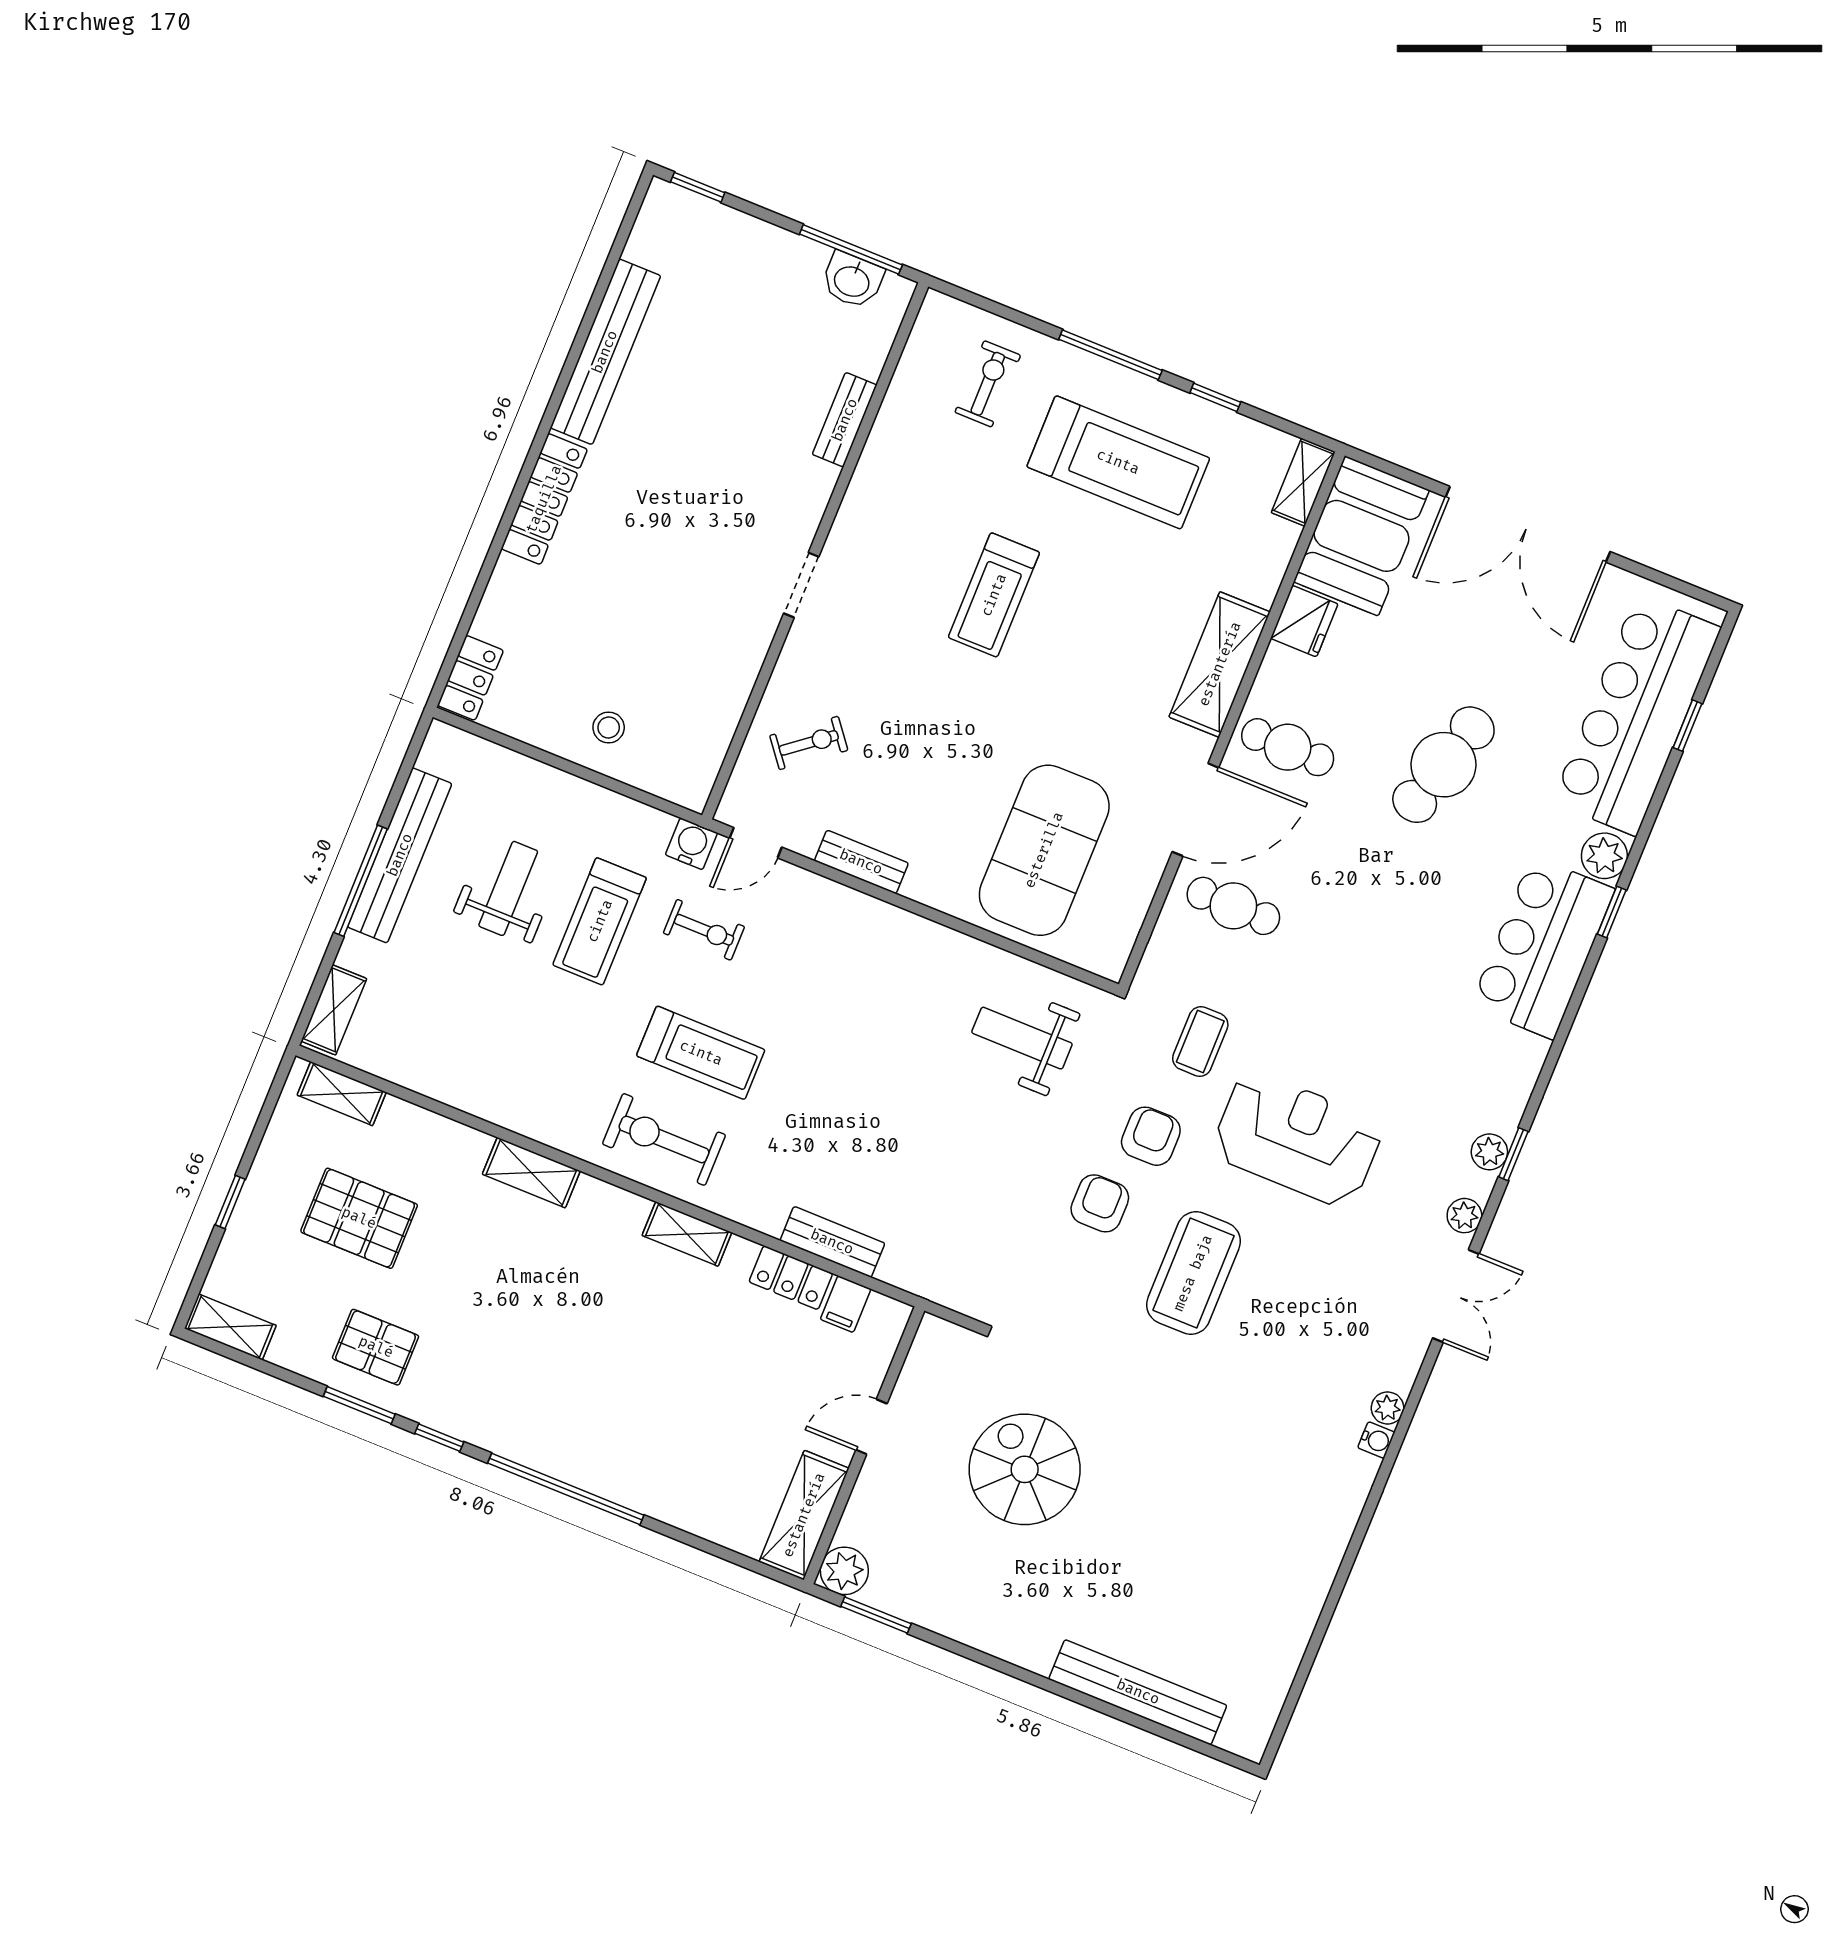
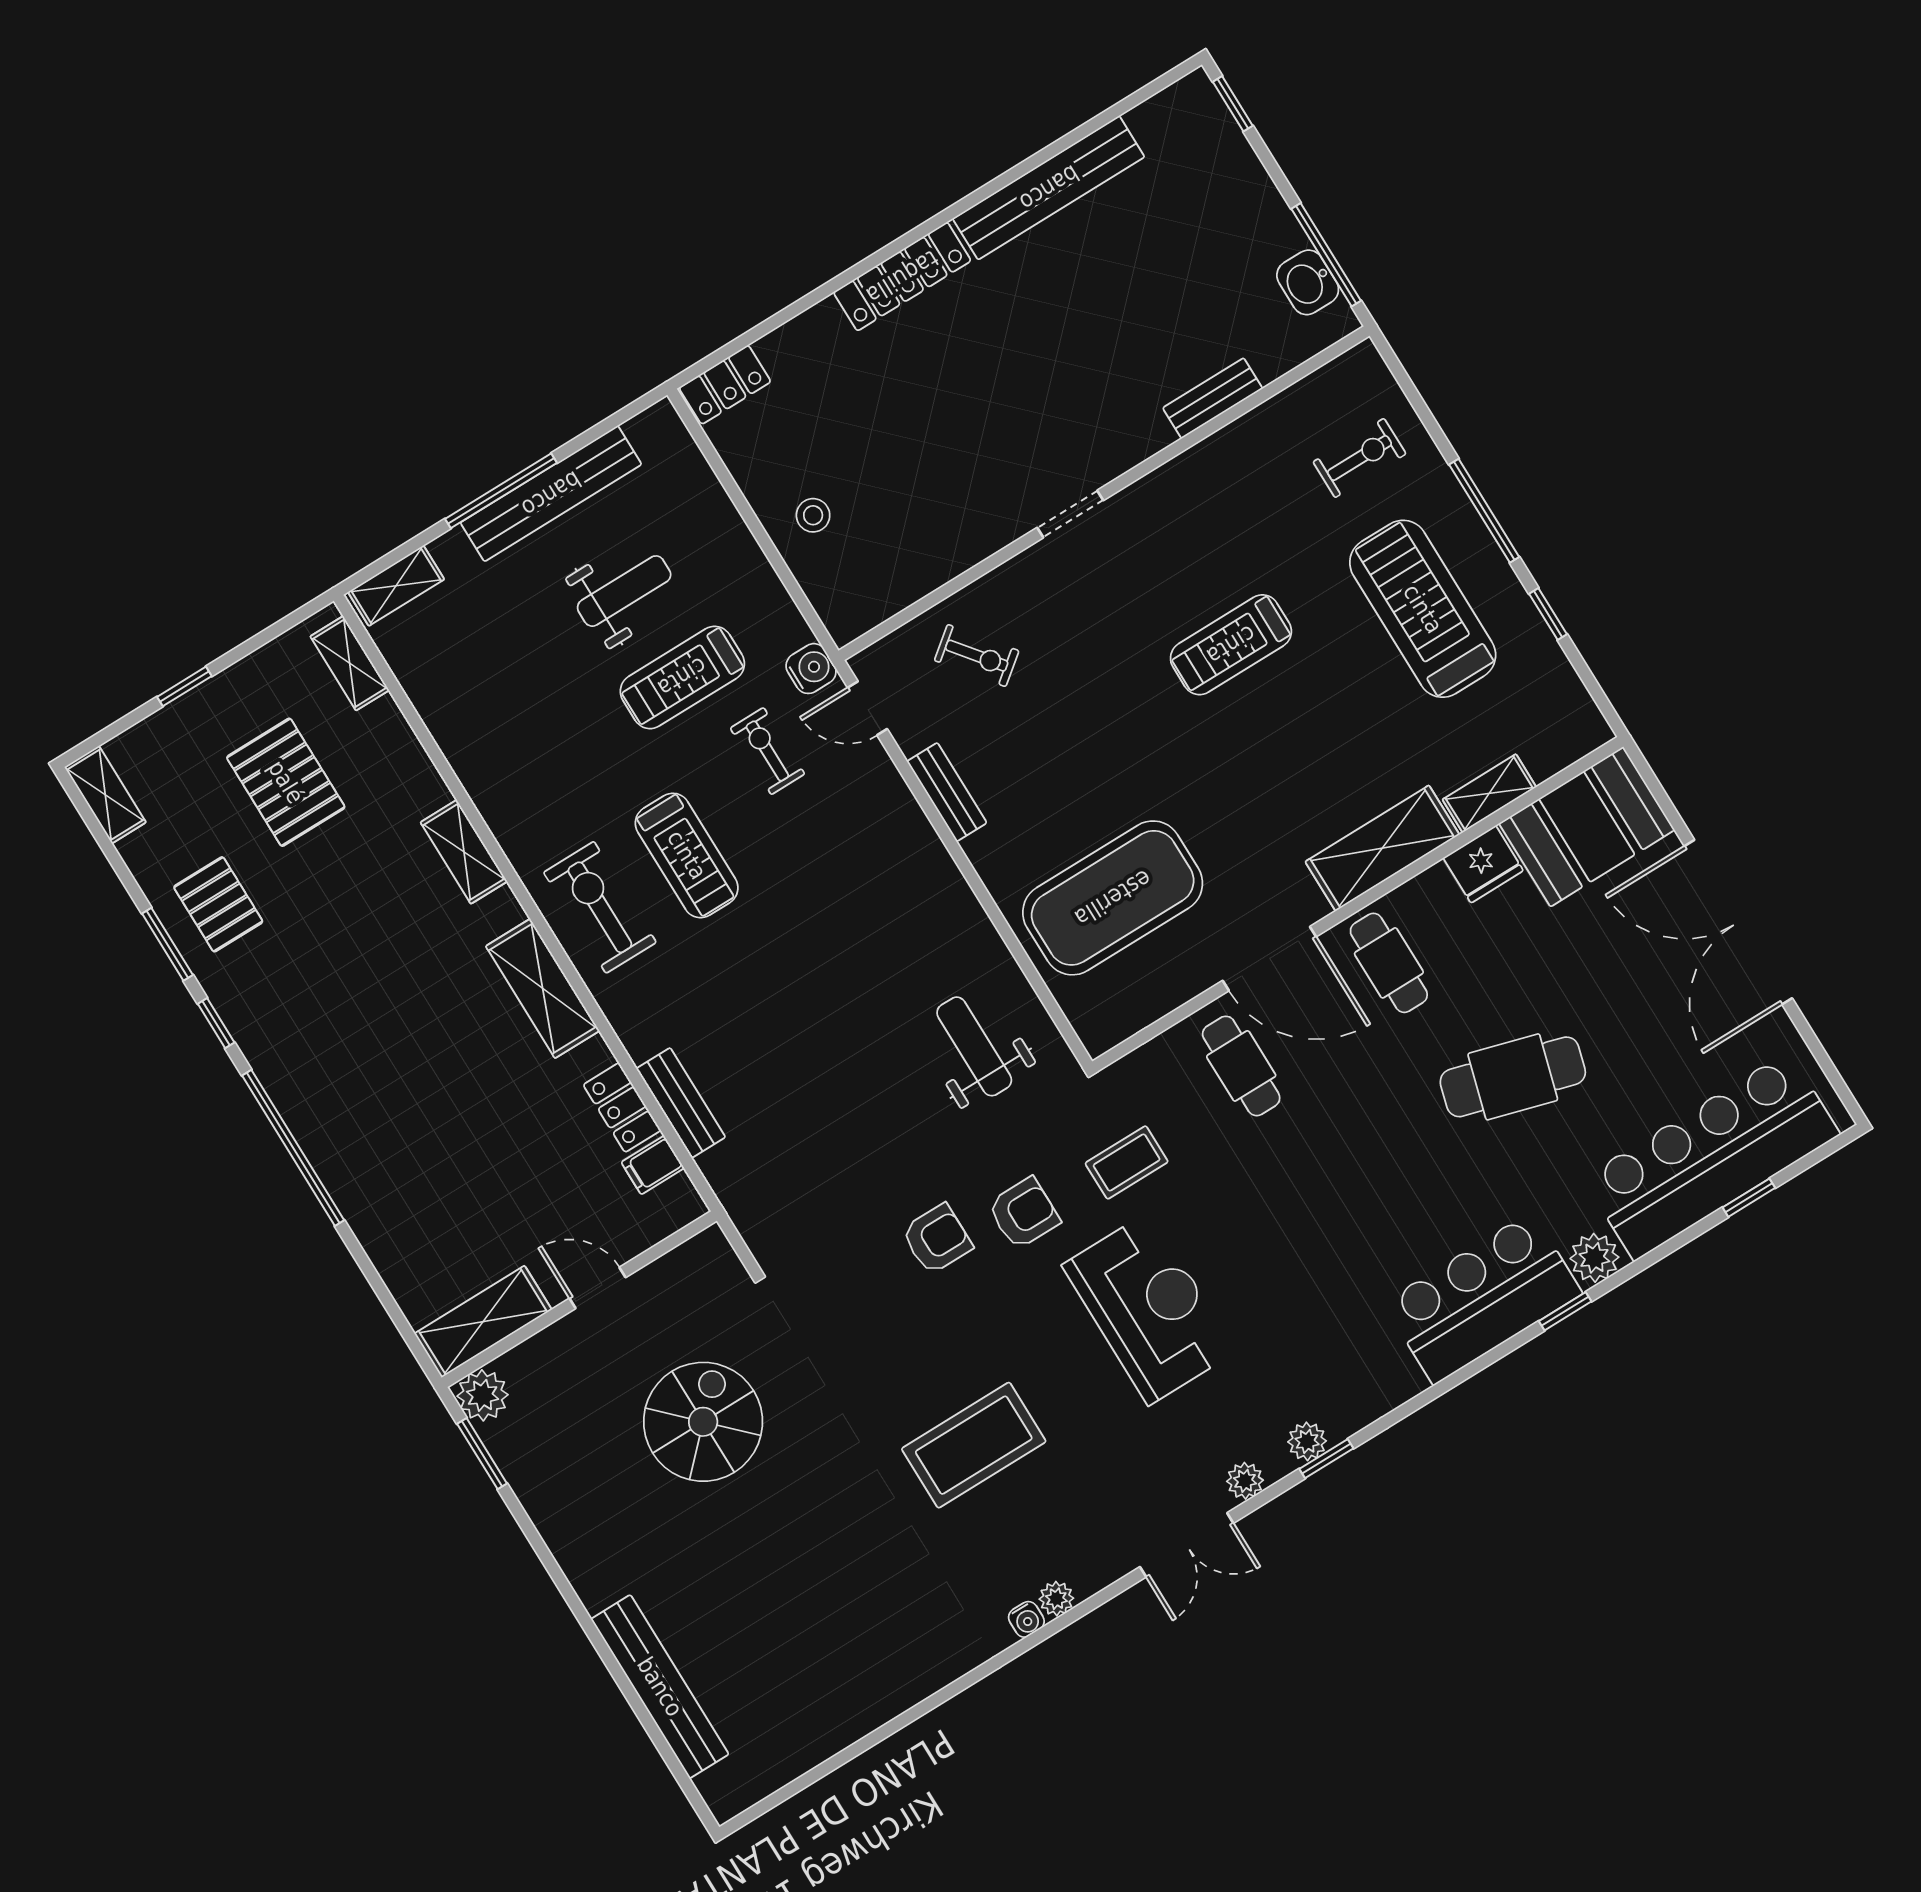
treadmill: (1118, 462) -> (1423, 609), turned 180
shelving: (1303, 482) -> (1489, 793), moved
exercise bike: (704, 930) -> (767, 751), turned 180
shelving: (687, 1234) -> (543, 988), width x1.50, depth x1.33
coffee table: (1193, 1273) -> (974, 1445), moved

